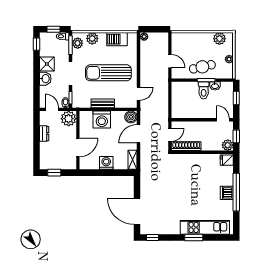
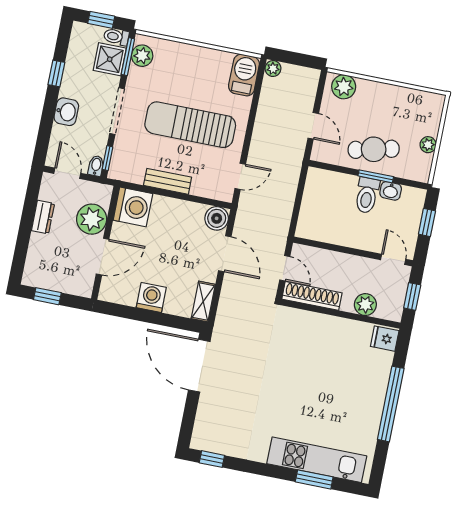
plant: (92, 38) -> (172, 52), removed
barbecue: (117, 39) -> (244, 75), moved, turned 90
plant: (219, 39) -> (344, 87), moved
window: (37, 44) -> (56, 74), moved
shower: (47, 64) -> (110, 59), moved
plant: (69, 119) -> (92, 219), moved
washing machine: (102, 120) -> (133, 207), moved, turned -90
door: (138, 134) -> (225, 254), swing flipped
door: (170, 135) -> (285, 268), hinge flipped
plant: (228, 145) -> (365, 305), moved
dishwasher: (227, 193) -> (372, 402), removed
door: (137, 211) -> (199, 366), moved
window: (194, 237) -> (314, 479), moved

